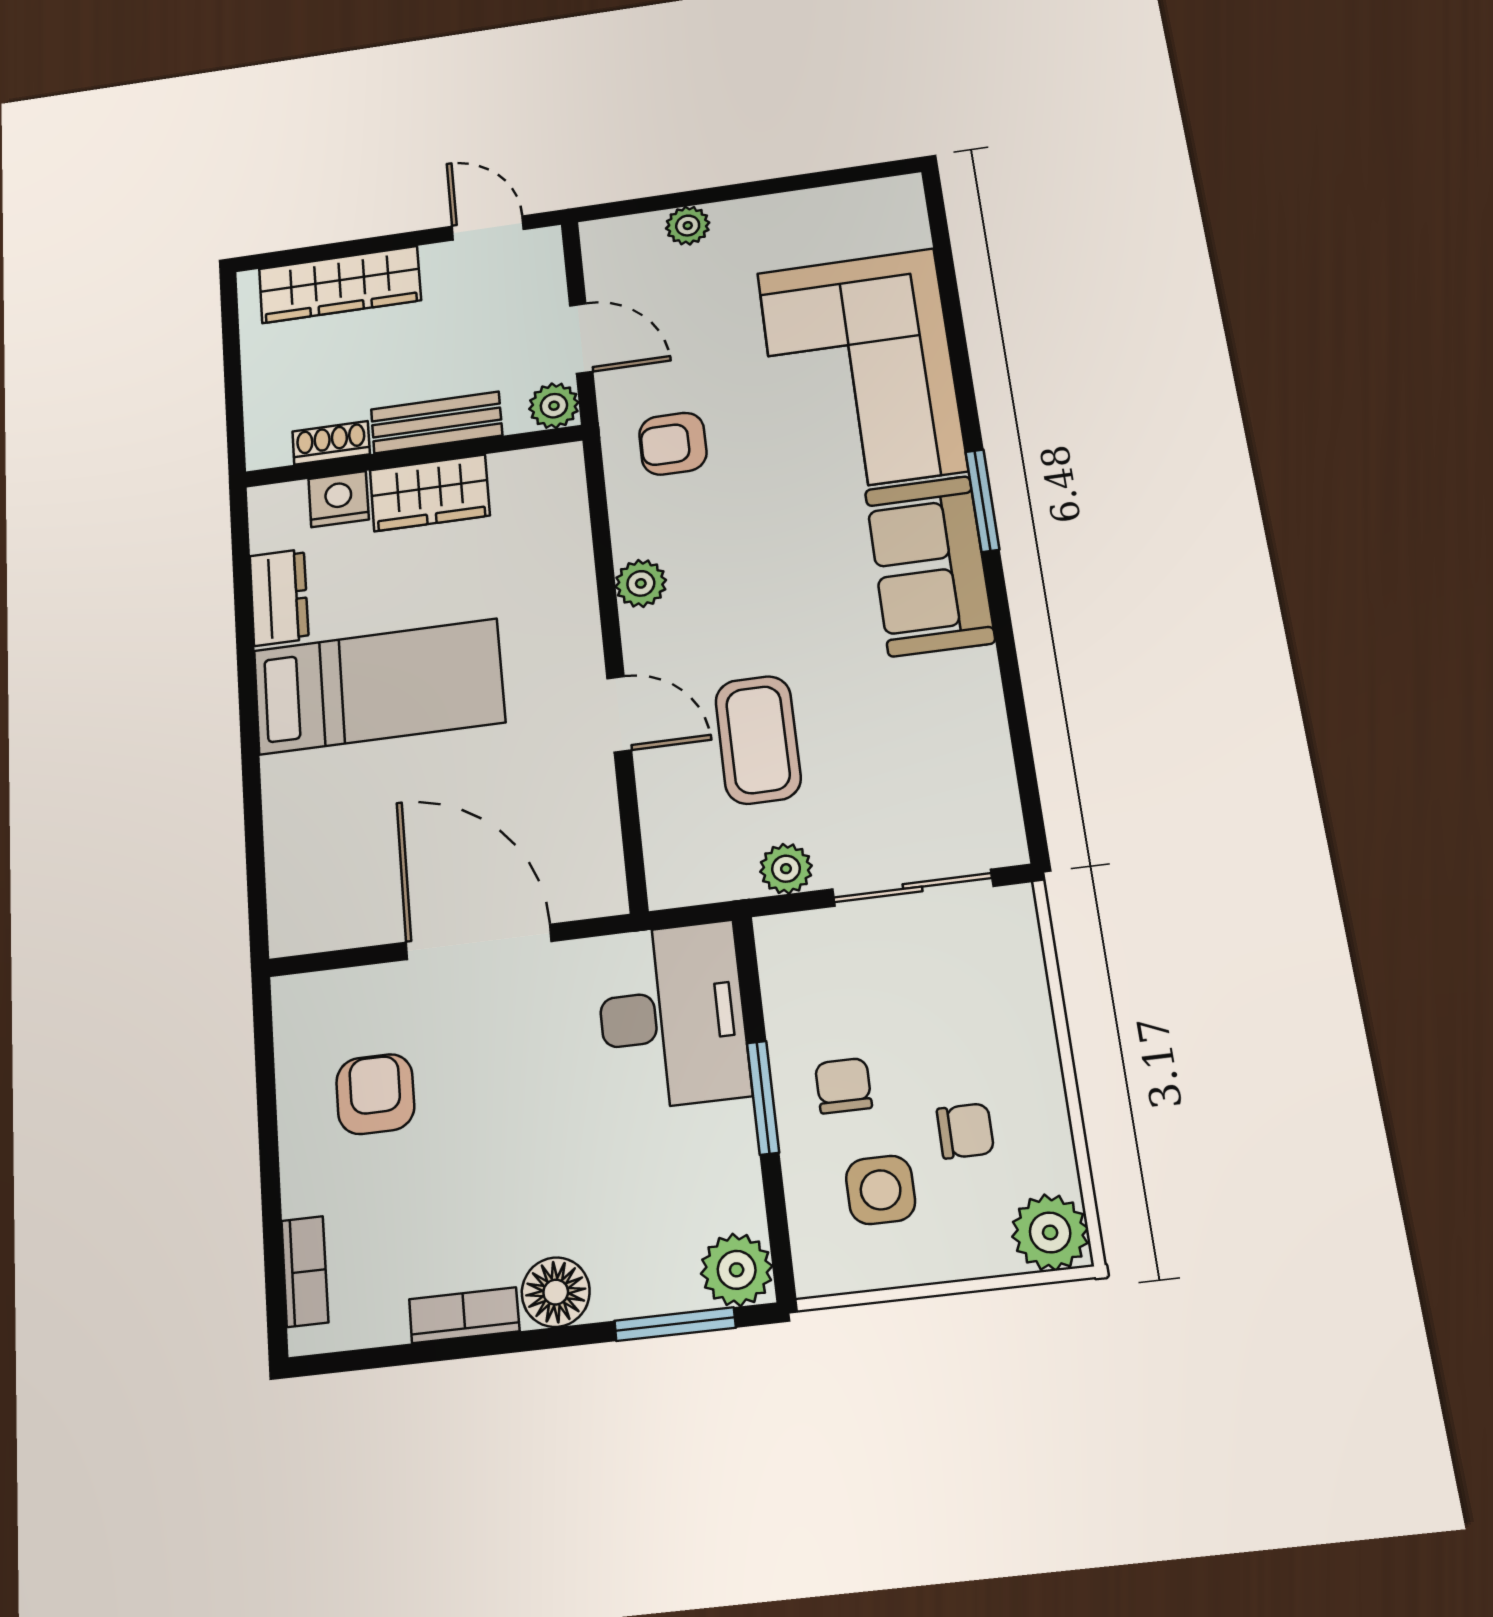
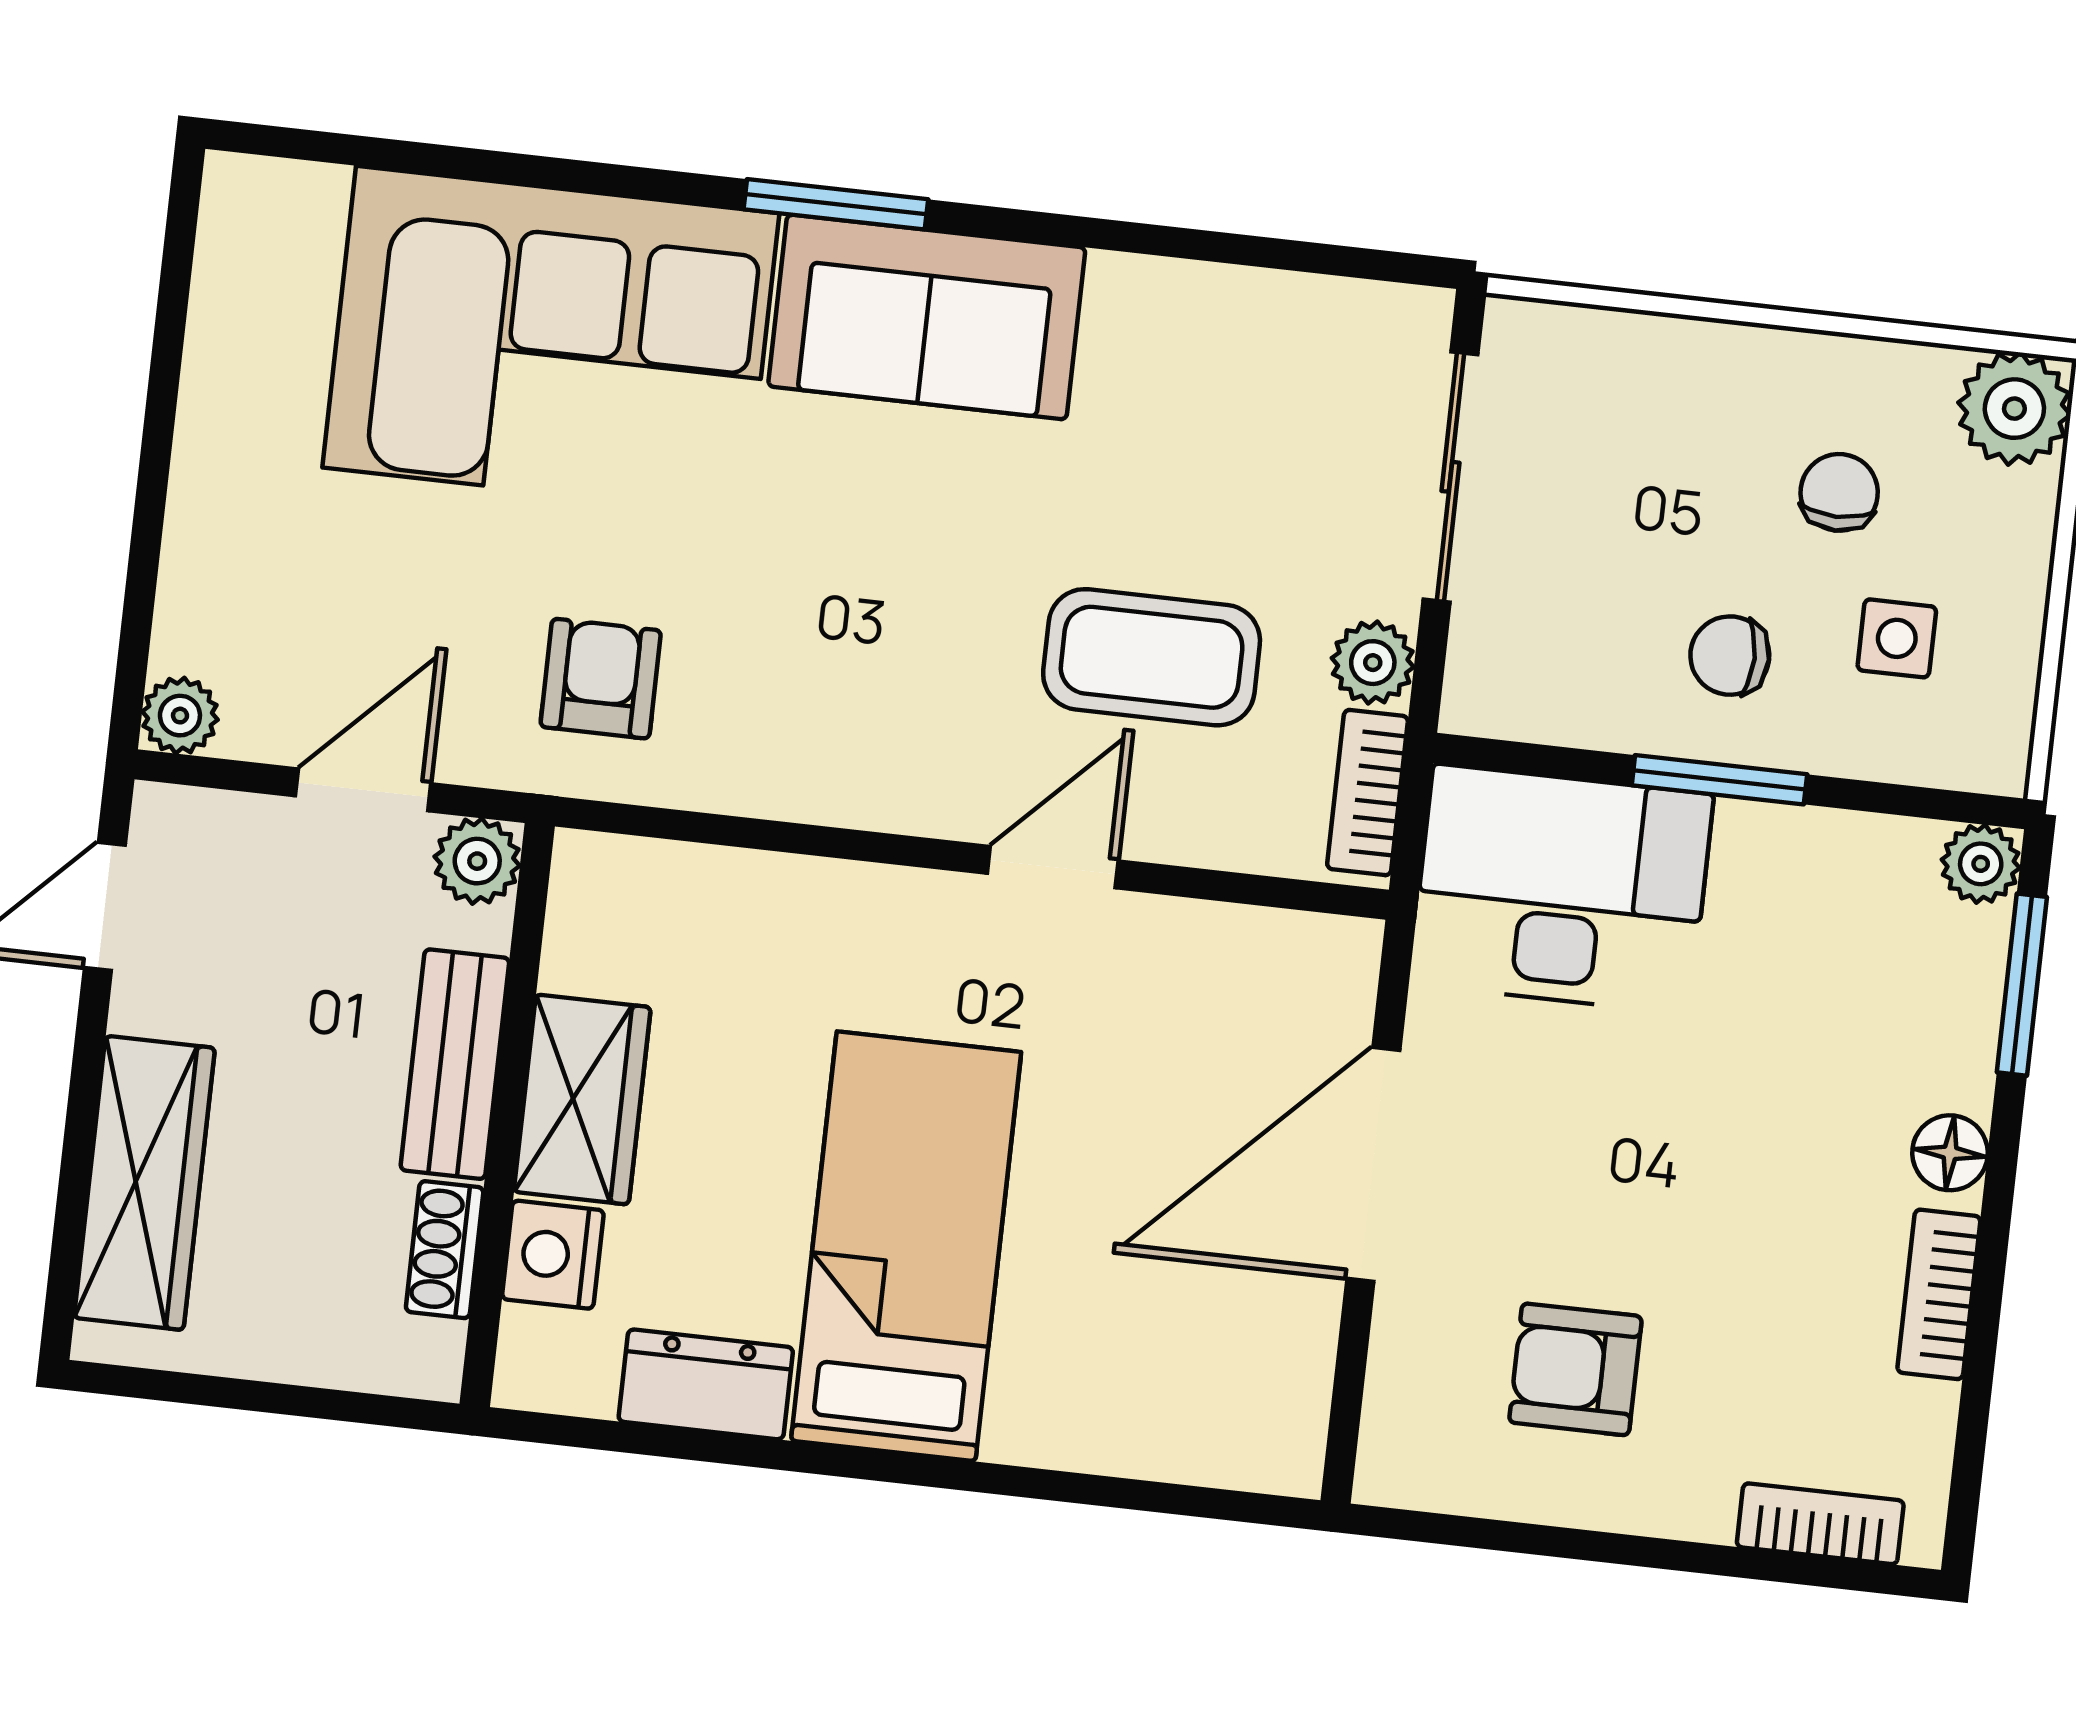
plant: (688, 226) -> (180, 716), moved
armchair: (673, 444) -> (601, 679), turned 180
plant: (641, 583) -> (837, 785), removed
bookcase: (705, 885) -> (1368, 793), added
side table: (881, 1190) -> (1897, 638), width x0.73, depth x0.73
plant: (737, 1270) -> (1981, 864), width x0.73, depth x0.73
floor lamp: (556, 1292) -> (1950, 1153), width x0.73, depth x0.73

